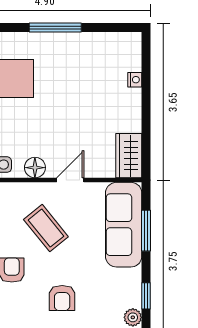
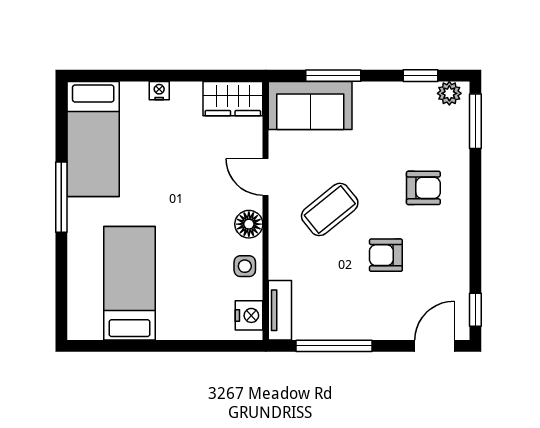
bed: (99, 51) -> (93, 139), added
nightstand: (135, 80) -> (159, 91), moved
sofa: (124, 225) -> (310, 106), width x0.73

